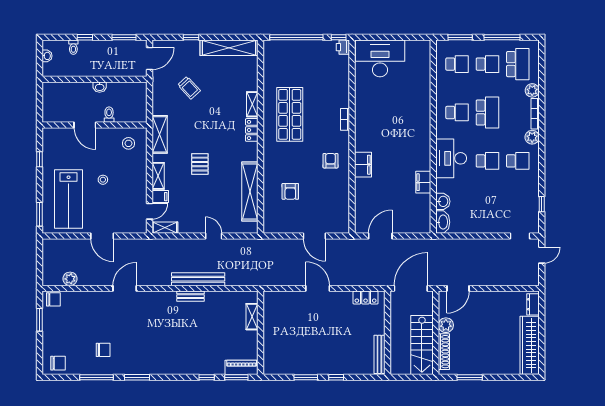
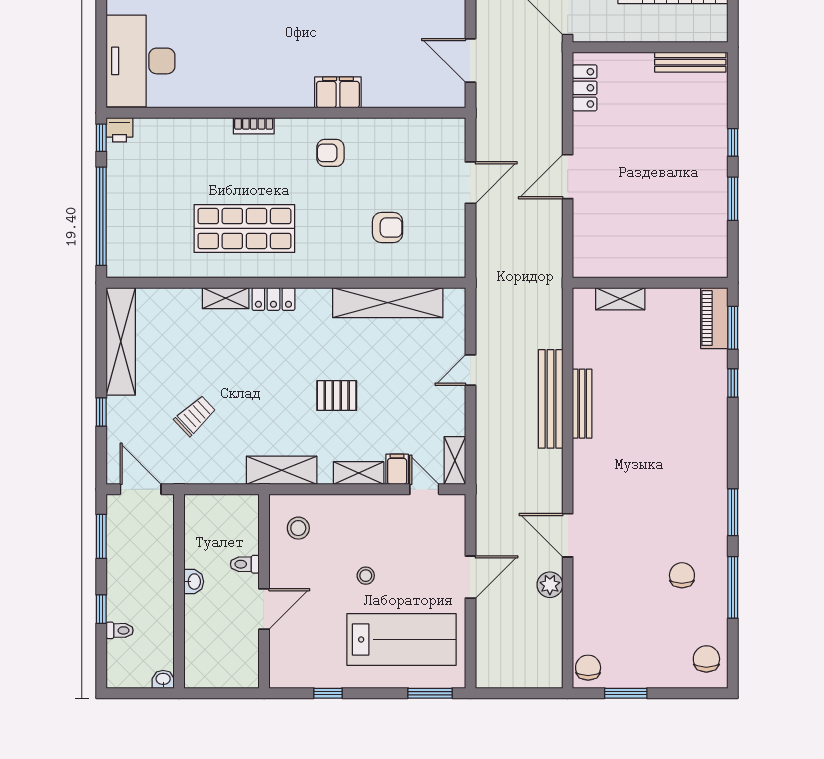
washbasin: (47, 56) -> (163, 679), moved
plant: (70, 279) -> (550, 585), moved
bench: (191, 296) -> (582, 404), width x1.36

